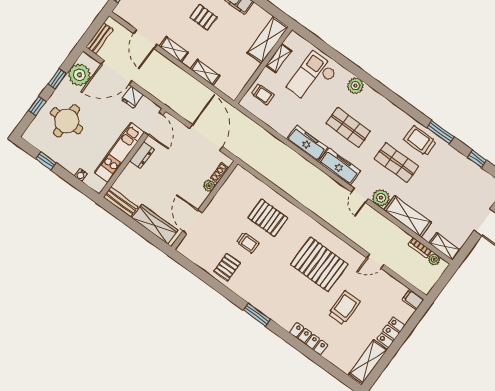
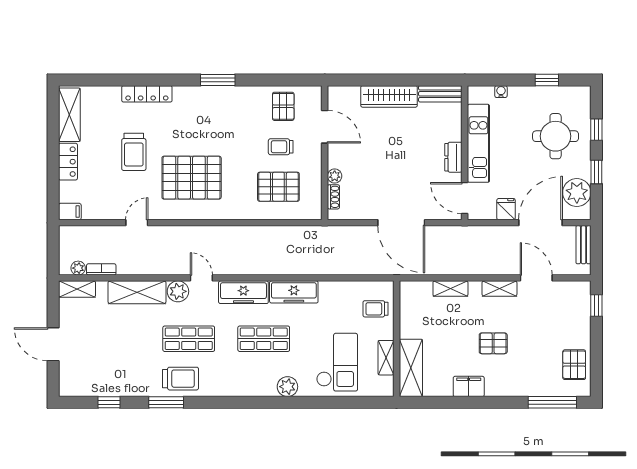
shoe rack: (220, 173) -> (333, 197), moved
plant: (209, 186) -> (335, 176), moved
wall: (205, 205) -> (325, 153), moved
door: (192, 222) -> (325, 127), moved

